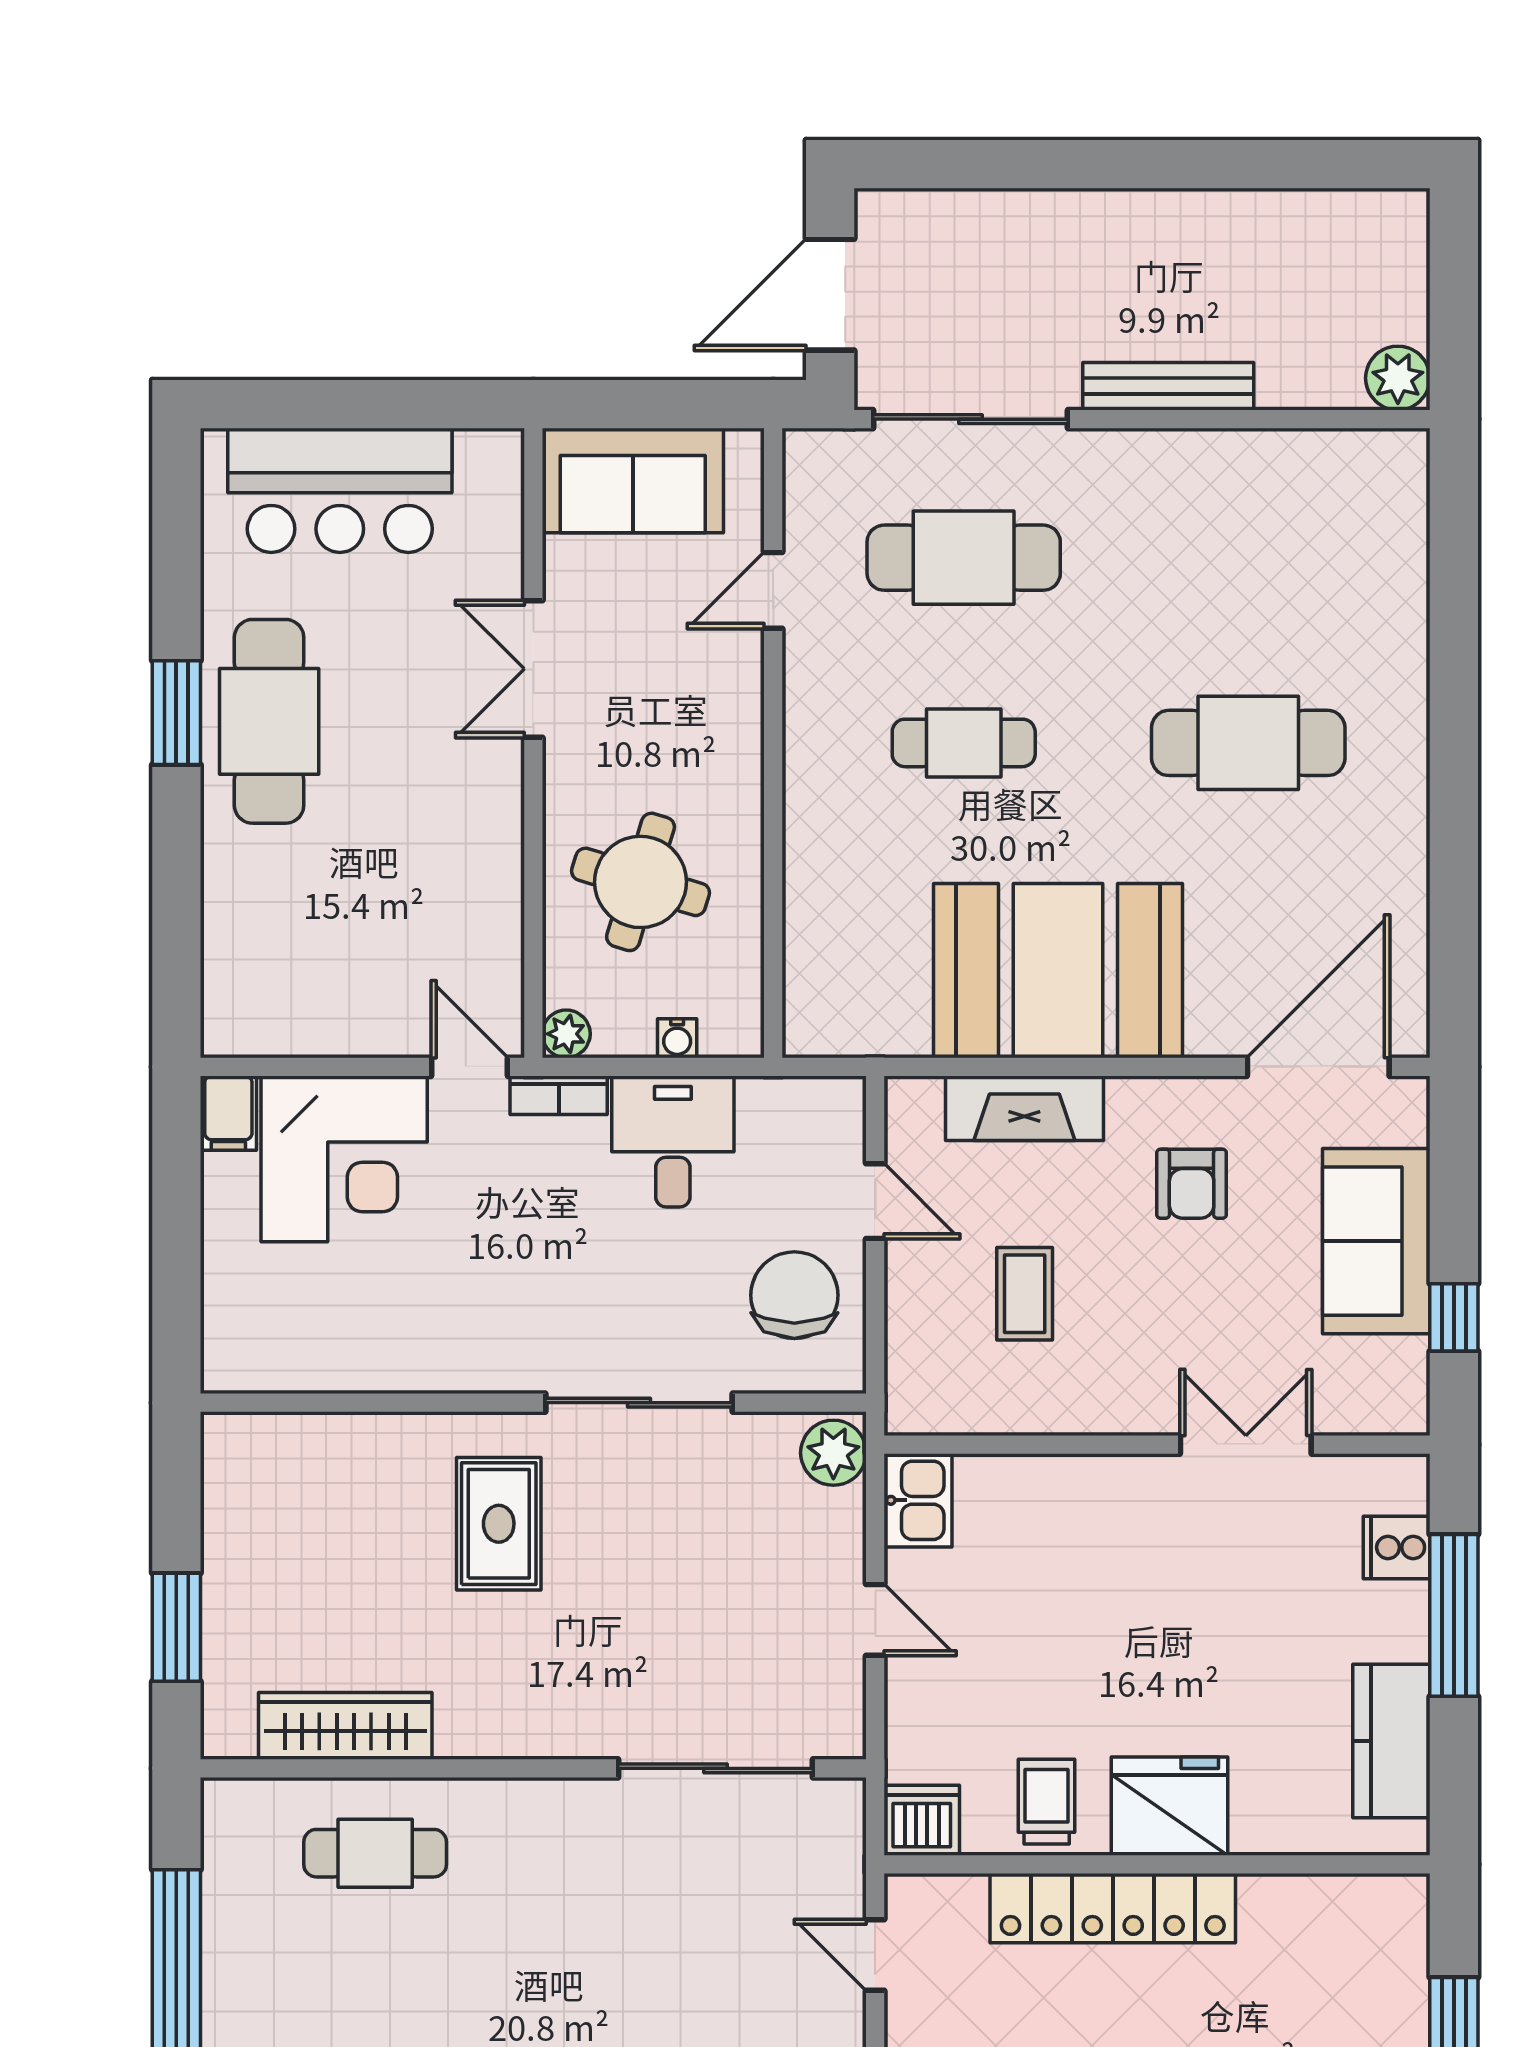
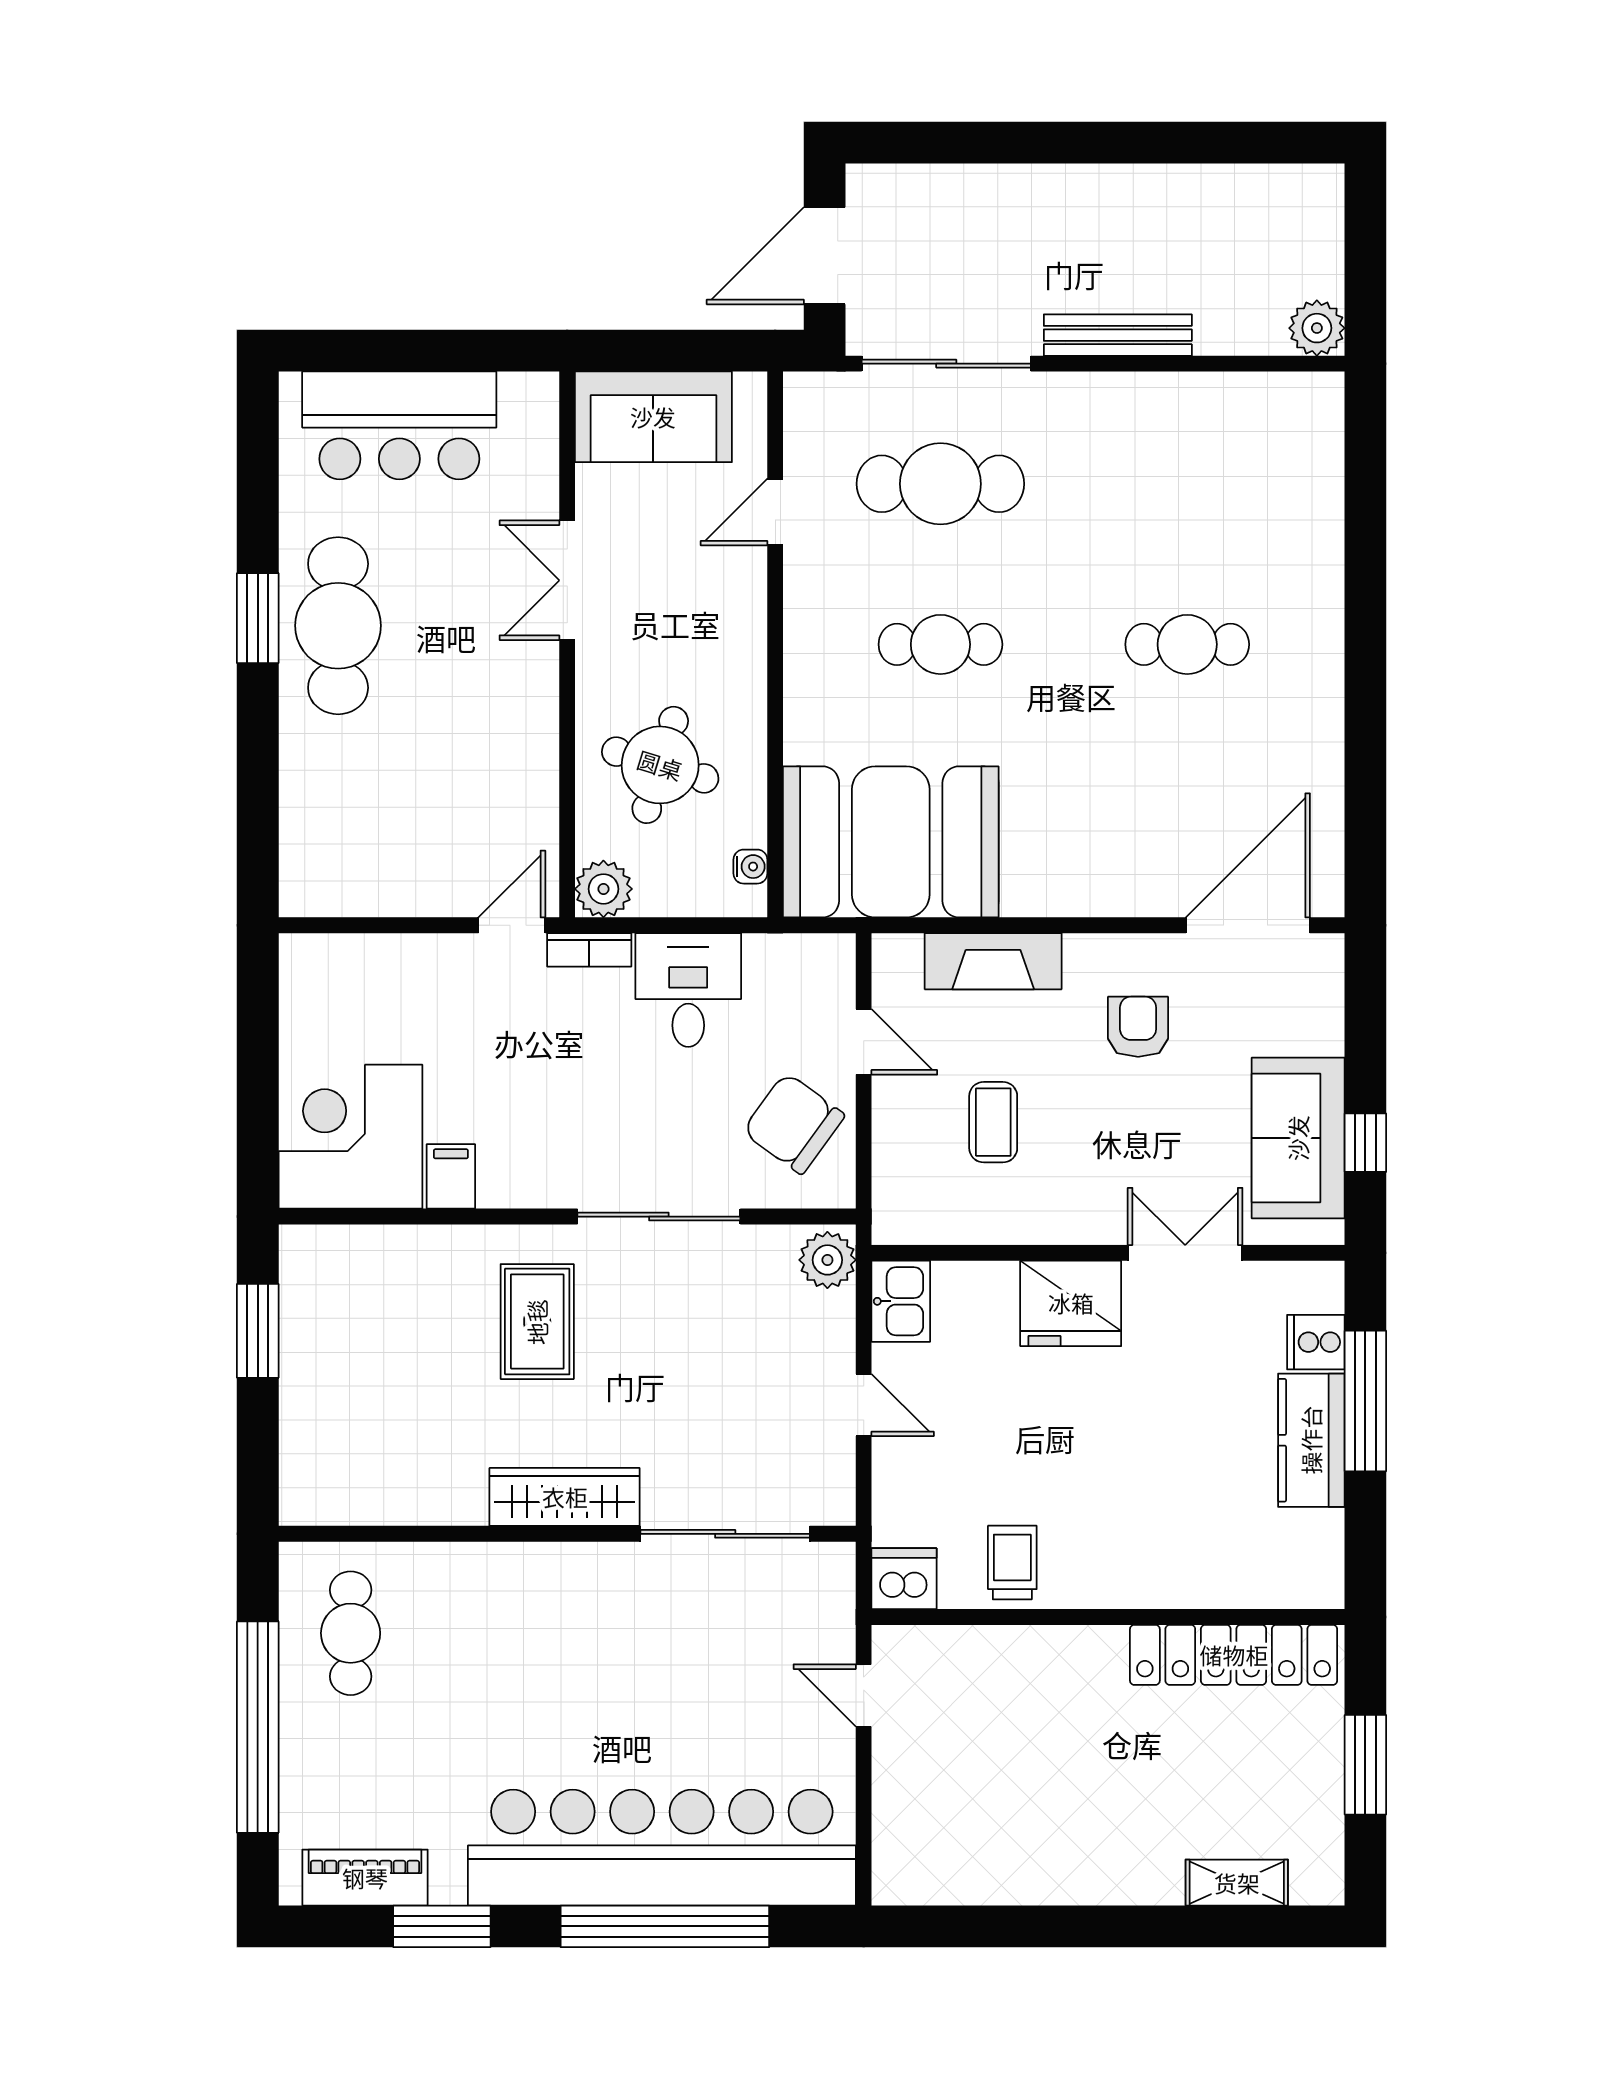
cafe table: (1248, 743) -> (1187, 644), width x0.73, depth x0.74
booth: (1058, 971) -> (891, 842), moved
plant: (566, 1034) -> (603, 889), width x1.38, depth x1.38
water cooler: (677, 1038) -> (750, 867), moved, turned -90
door: (469, 1067) -> (512, 925), hinge flipped
filing cabinet: (228, 1113) -> (451, 1176), moved, turned 180
corner desk: (344, 1159) -> (350, 1137), moved, turned 180
armchair: (1192, 1184) -> (1138, 1027), turned 180
sofa: (1376, 1241) -> (1298, 1138), moved
chair: (794, 1295) -> (794, 1123), turned -54
window: (176, 1627) -> (258, 1331), moved
wardrobe: (345, 1726) -> (565, 1497), moved
kitchen counter: (1391, 1741) -> (1311, 1440), moved
fridge: (1169, 1806) -> (1071, 1303), moved, turned 180
cafe table: (375, 1853) -> (351, 1633), moved, turned 90
locker: (1113, 1908) -> (1234, 1655), moved

